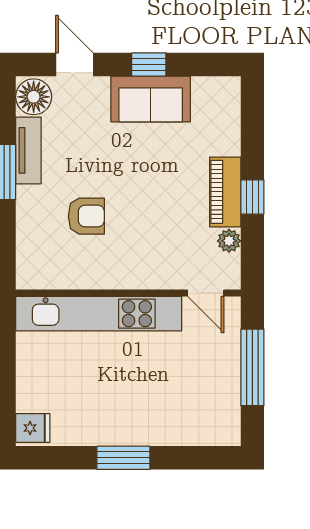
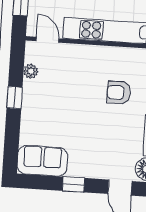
sofa: (151, 99) -> (42, 161), moved
piano: (225, 192) -> (31, 102), removed

